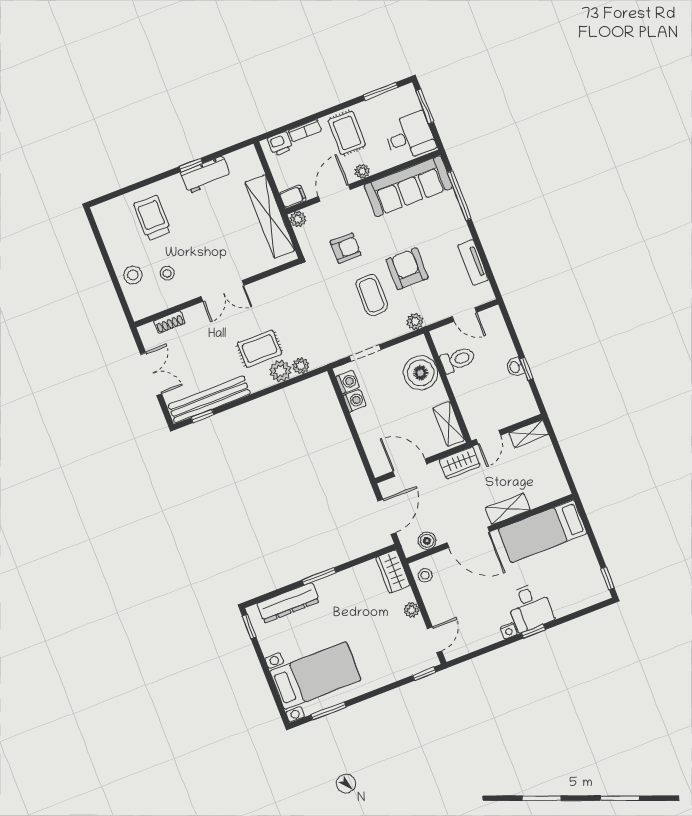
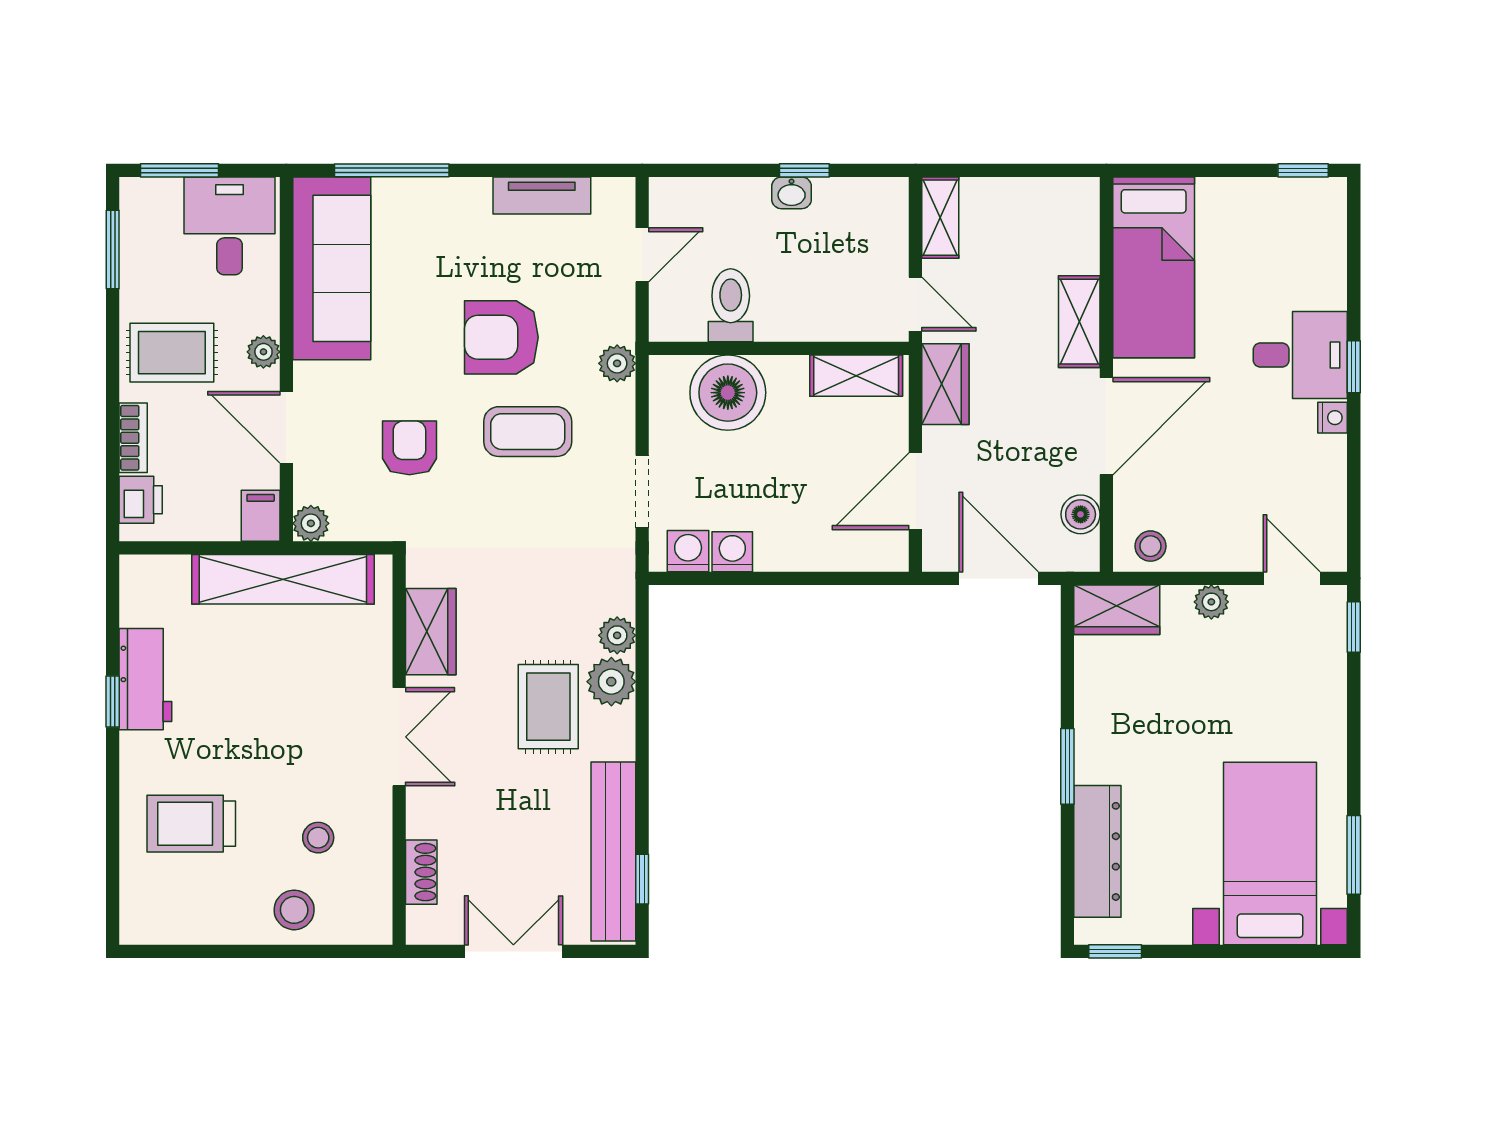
wardrobe: (272, 287) -> (431, 632), added

